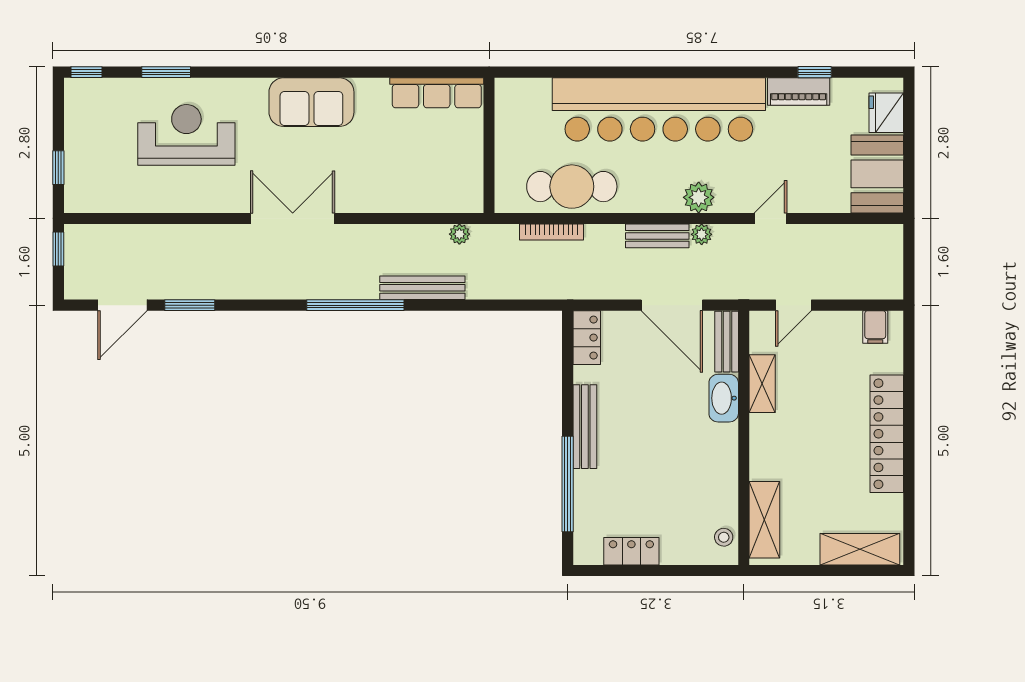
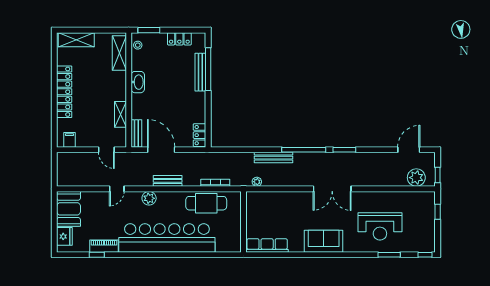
plant: (702, 234) -> (416, 178), moved, width x1.87, depth x1.87
window: (190, 305) -> (344, 150), moved
door: (793, 305) -> (106, 150), swing flipped
washbasin: (724, 398) -> (138, 82), moved
bench: (585, 427) -> (200, 72), moved
window: (699, 571) -> (149, 30), added

